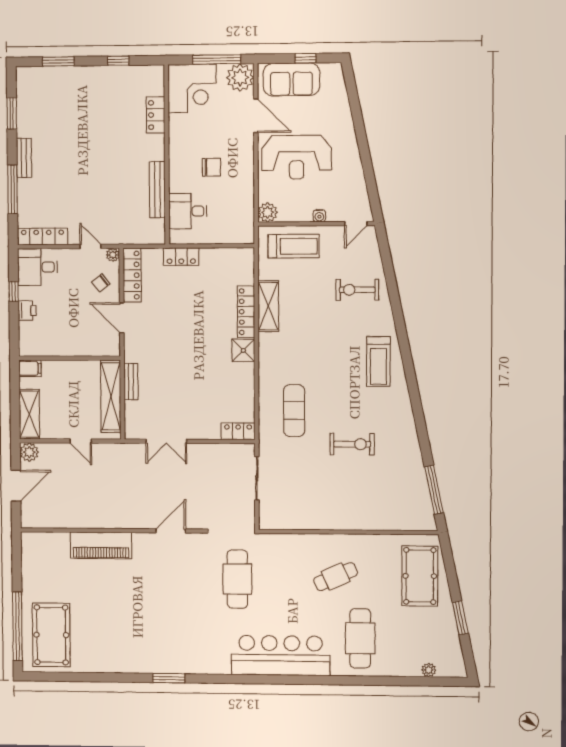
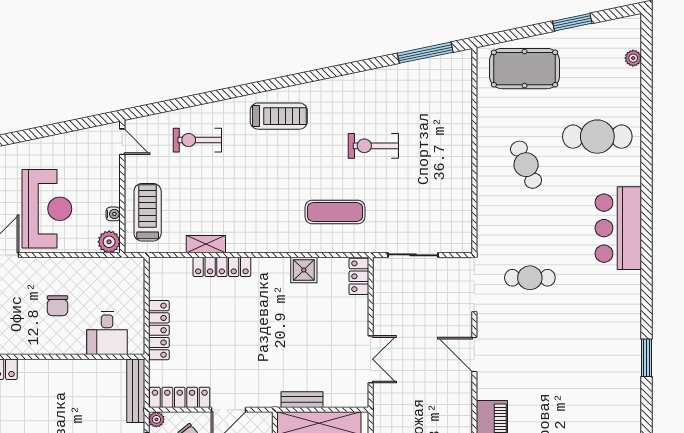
chair: (211, 167) -> (57, 306), turned 180
bench: (157, 190) -> (136, 391), moved, turned 90
water cooler: (319, 216) -> (113, 214), moved
locker: (181, 257) -> (159, 330), width x1.53
exercise bike: (357, 290) -> (197, 140), turned 90
shelving: (268, 306) -> (206, 244), width x0.67, depth x0.75
shower: (243, 350) -> (304, 270), moved
exercise bike: (352, 444) -> (373, 146), turned -90
cafe table: (237, 579) -> (530, 278), width x0.73, depth x0.74
bar counter: (281, 655) -> (618, 228), width x0.73

